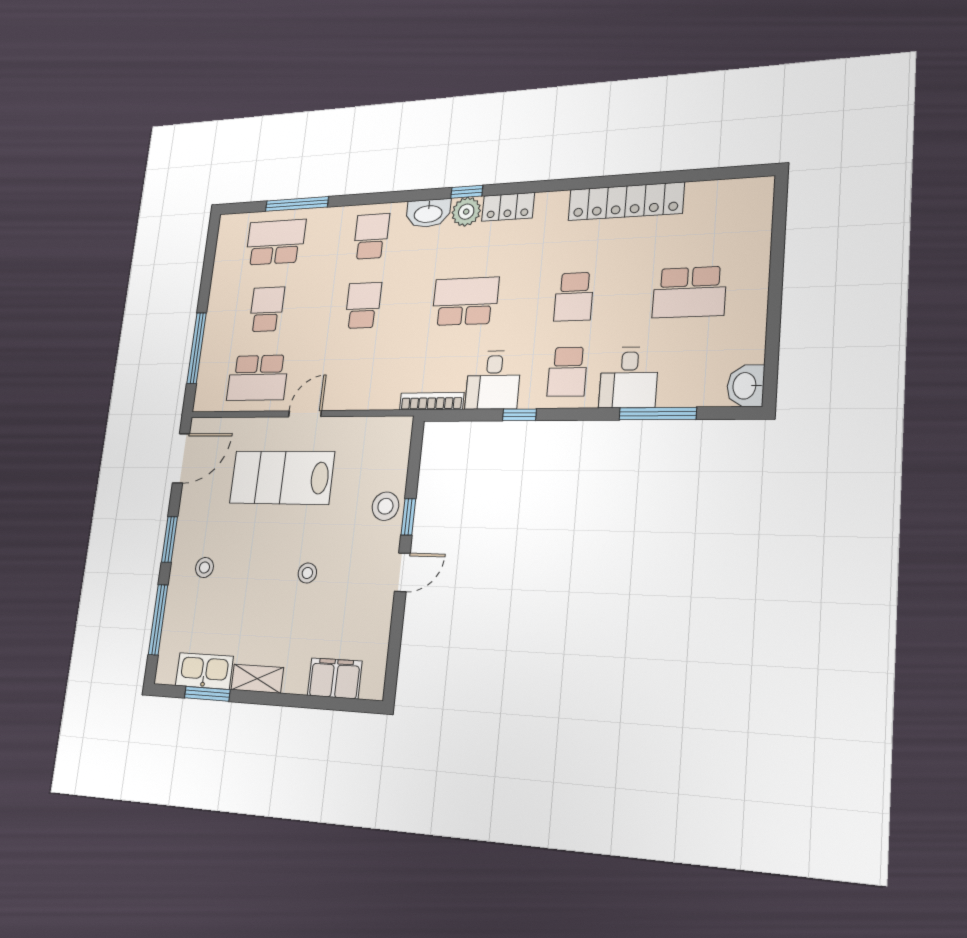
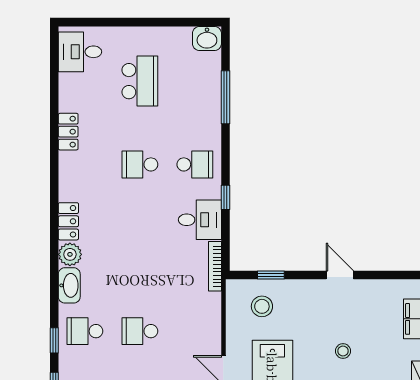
window: (467, 192) -> (54, 340), moved
locker: (626, 201) -> (68, 132), width x0.46, depth x0.83
school desk: (574, 297) -> (140, 164), turned 180
school desk: (465, 301) -> (140, 248), removed
desk: (629, 377) -> (80, 52), moved, turned 180
stool: (385, 506) -> (262, 306), moved
window: (408, 517) -> (271, 275), moved

